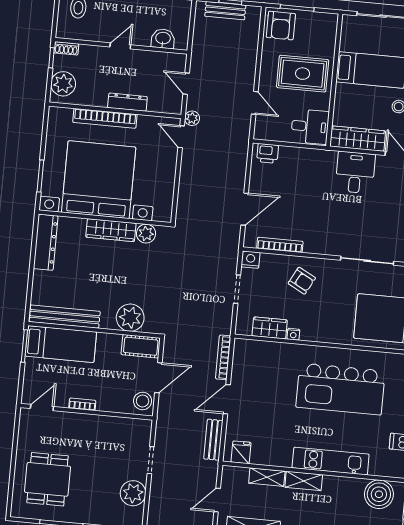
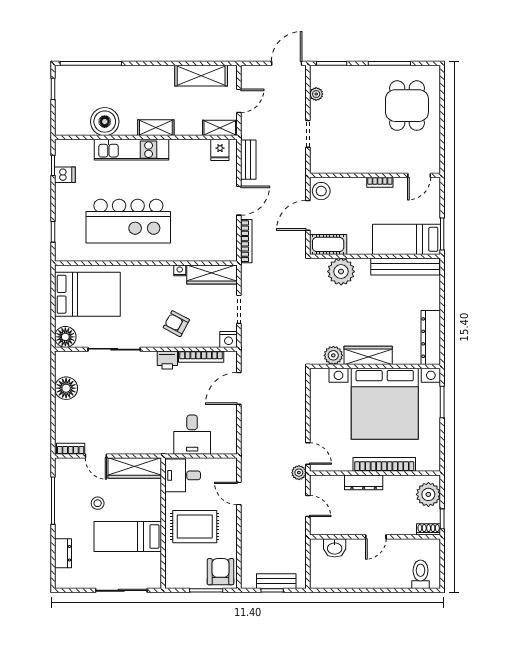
printer: (268, 153) -> (167, 360), moved, turned 180
desk: (355, 173) -> (192, 435), moved
wardrobe: (270, 328) -> (212, 274), width x1.50
kitchen island: (341, 389) -> (128, 221), turned 180
shelving: (267, 477) -> (220, 128), moved
plant: (133, 493) -> (316, 94), width x0.53, depth x0.53
boiler: (379, 494) -> (105, 122), moved

